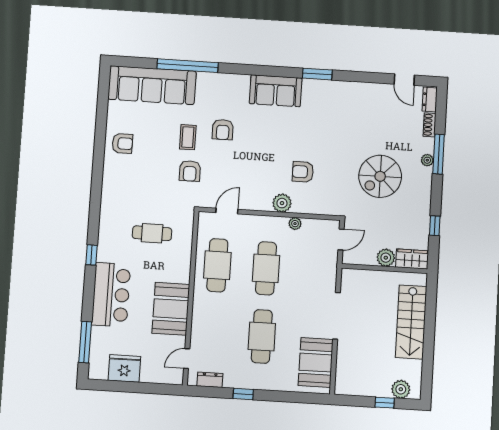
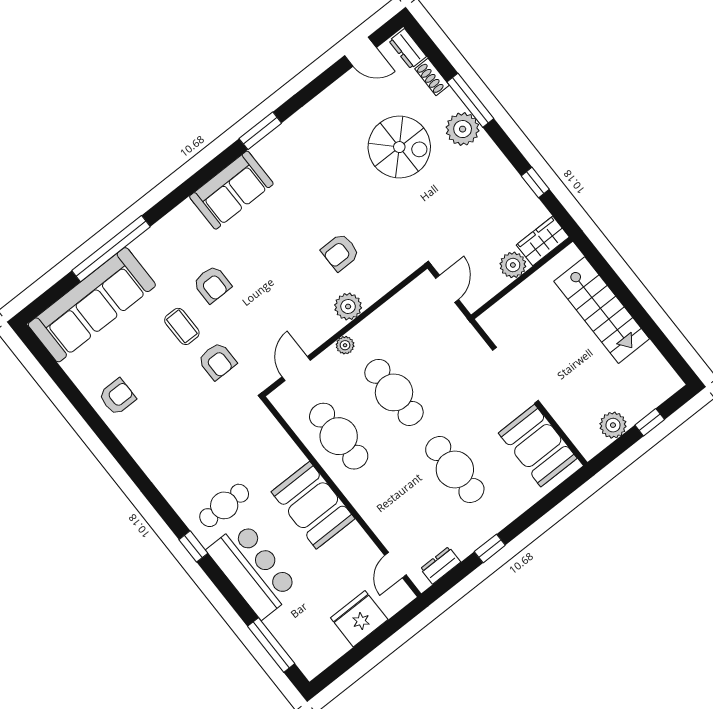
plant: (427, 160) -> (463, 129), width x1.87, depth x1.87
spiral stairs: (380, 176) -> (399, 147), moved, turned -90
plant: (295, 224) -> (345, 345), moved
cafe table: (152, 233) -> (224, 505), moved
booth: (171, 309) -> (313, 505), moved
fridge: (124, 368) -> (359, 619), moved
plant: (401, 389) -> (613, 425), moved

